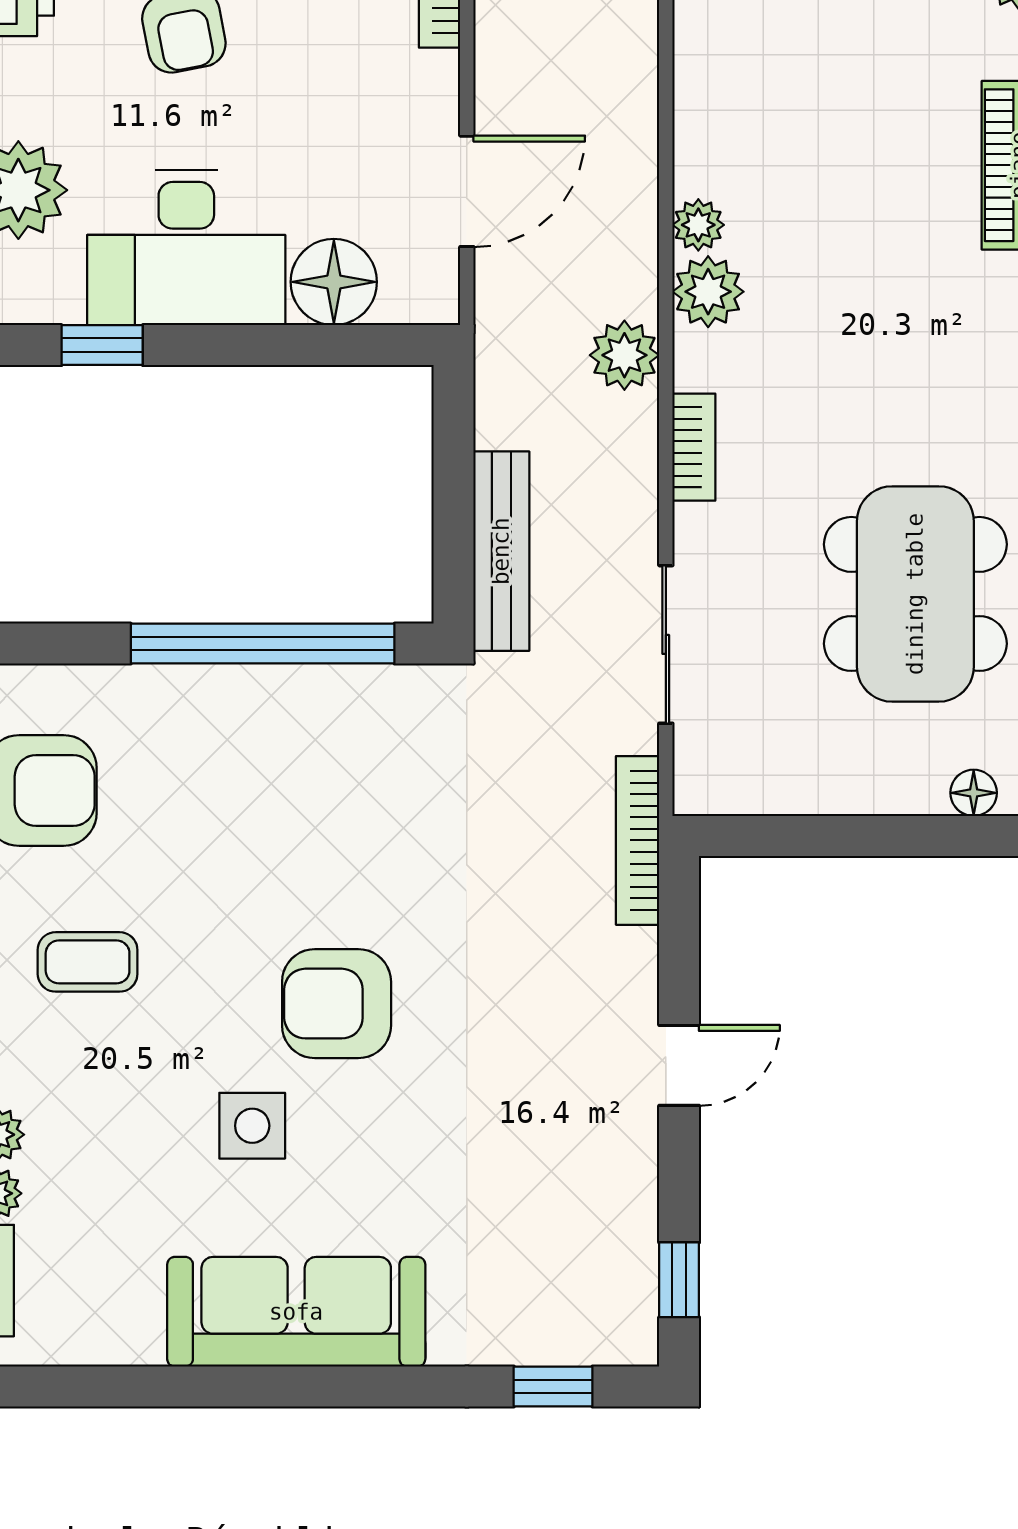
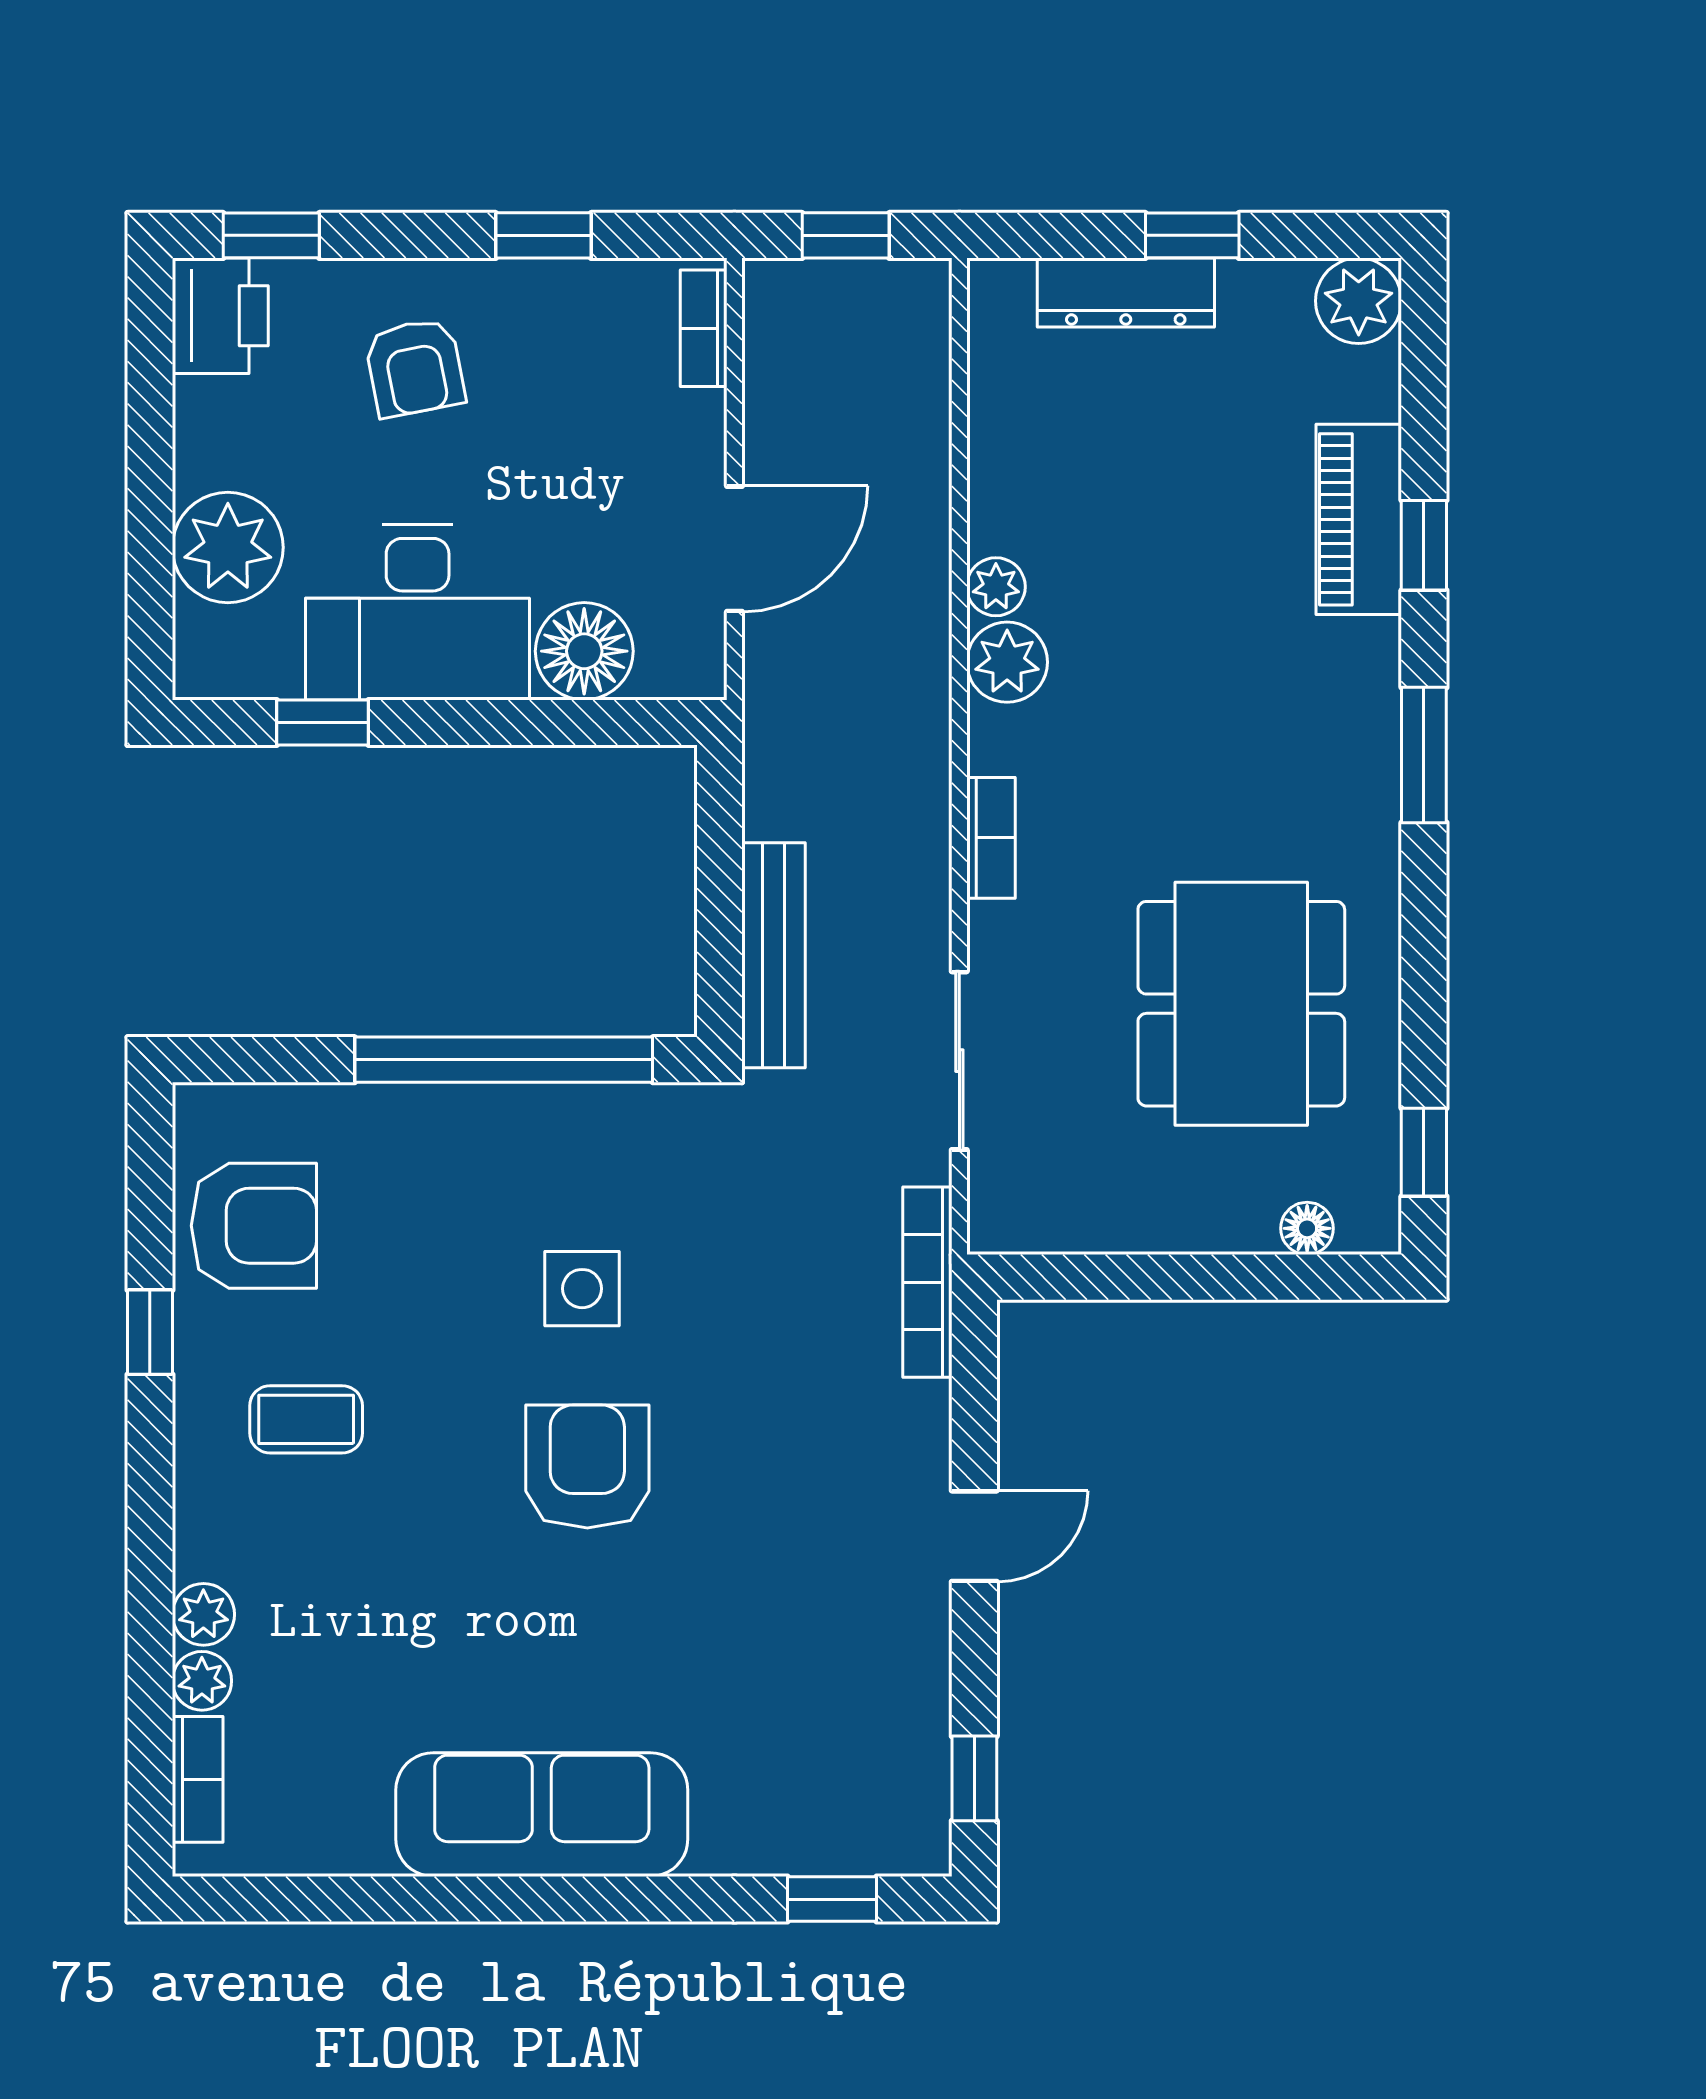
plant: (624, 355) -> (913, 734), removed
armchair: (337, 1004) -> (587, 1466), turned 90
side table: (252, 1126) -> (582, 1289), moved

